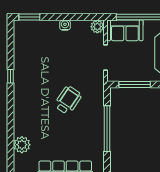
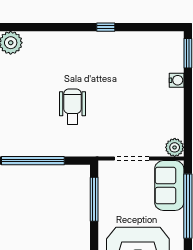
water cooler: (65, 25) -> (177, 80), moved
wheelchair: (68, 100) -> (72, 107), turned -124

